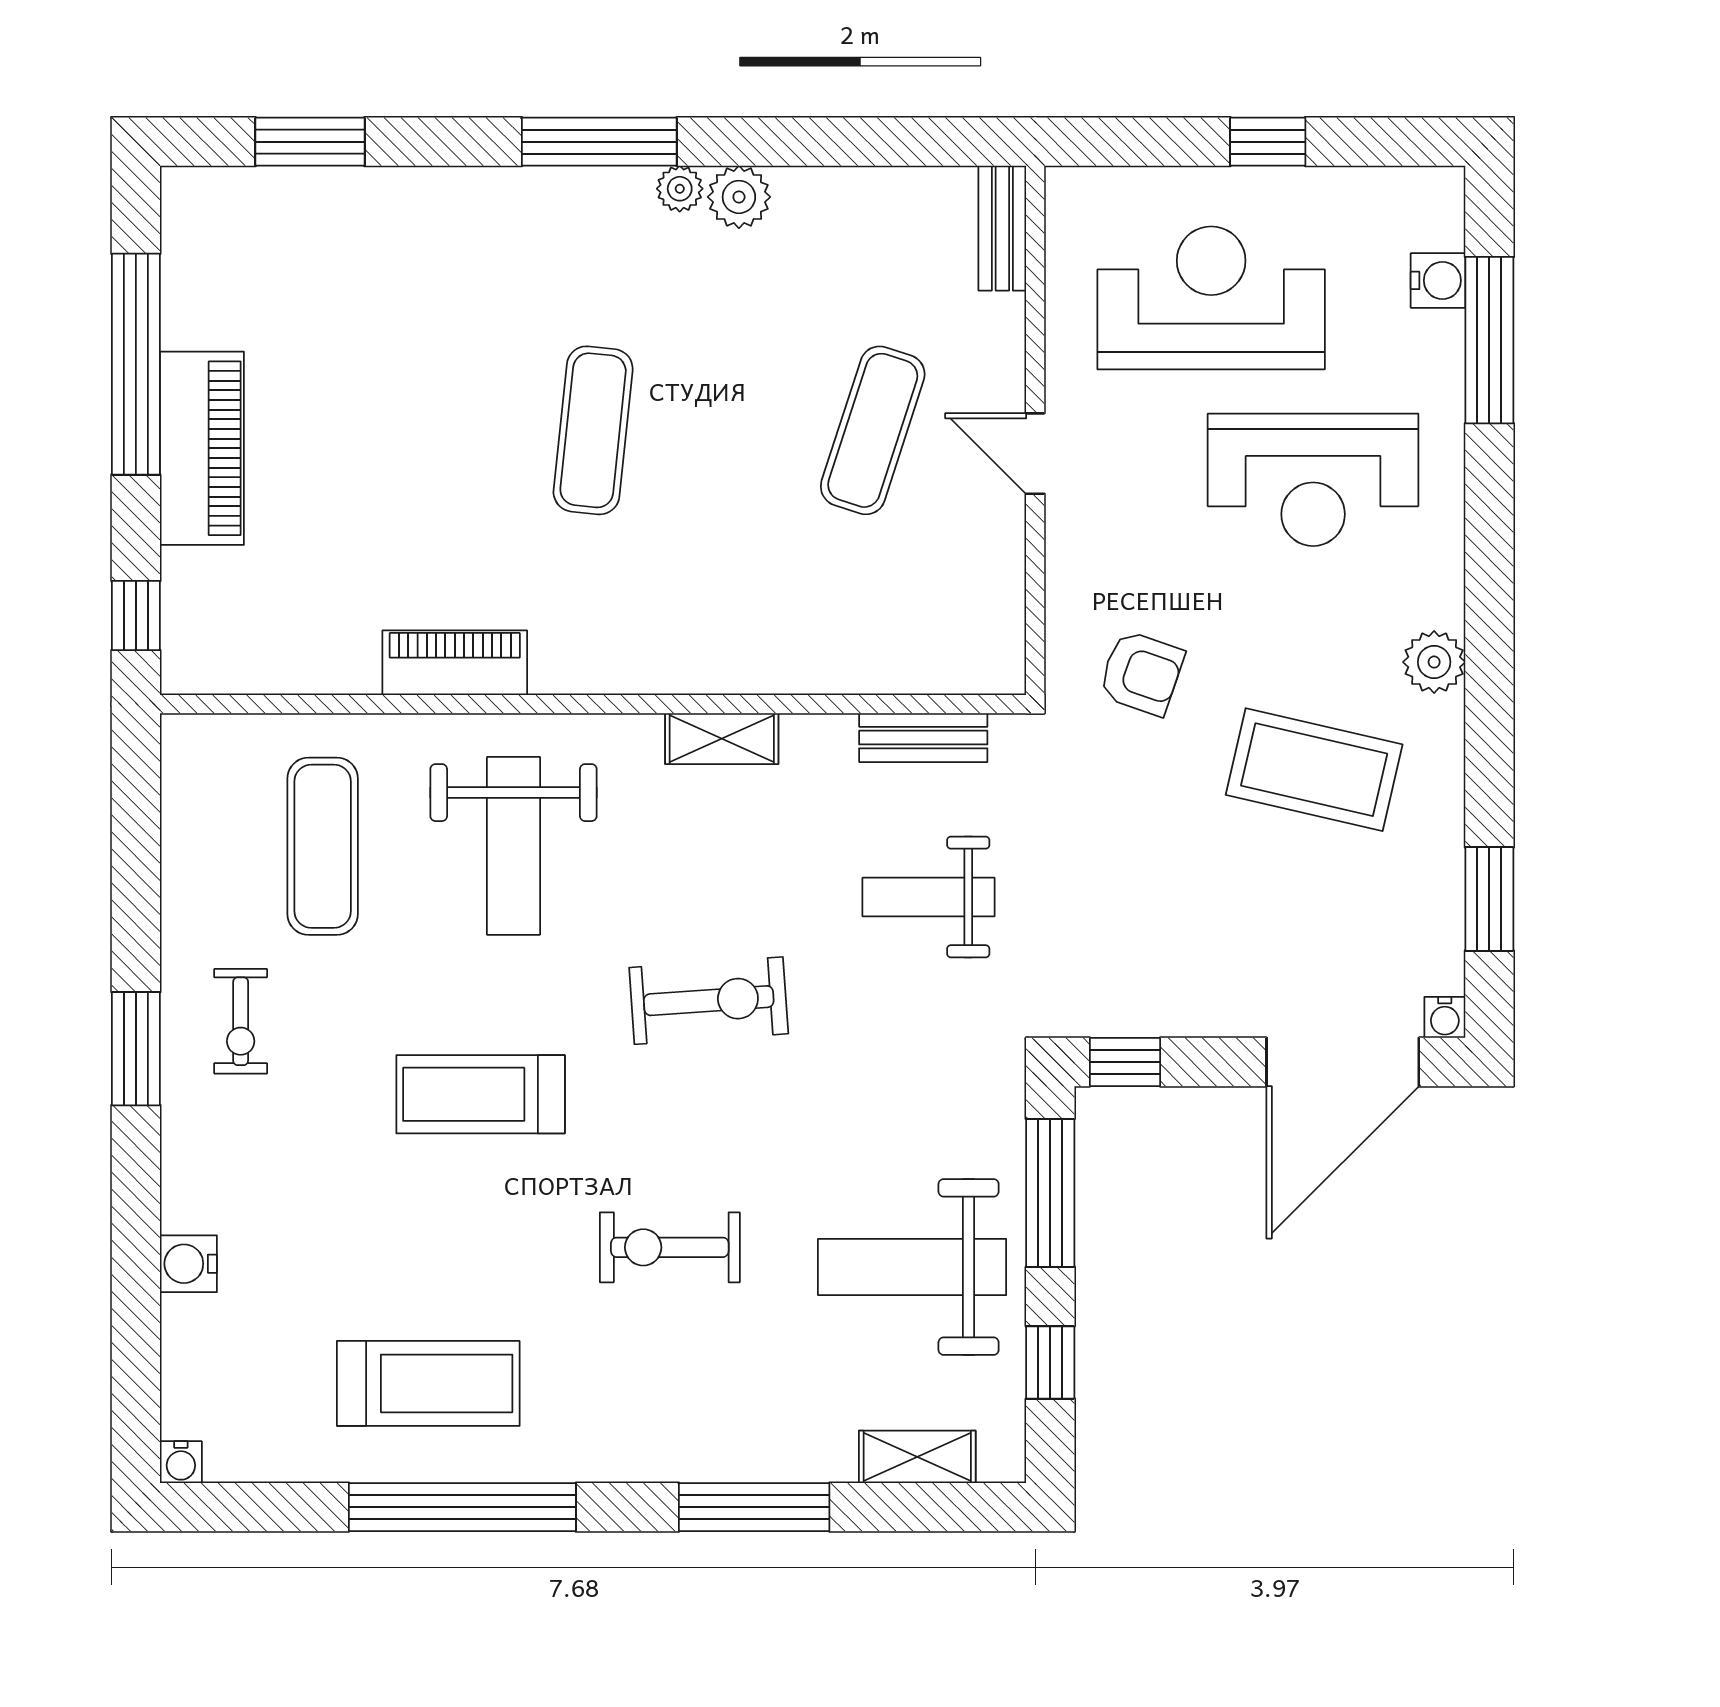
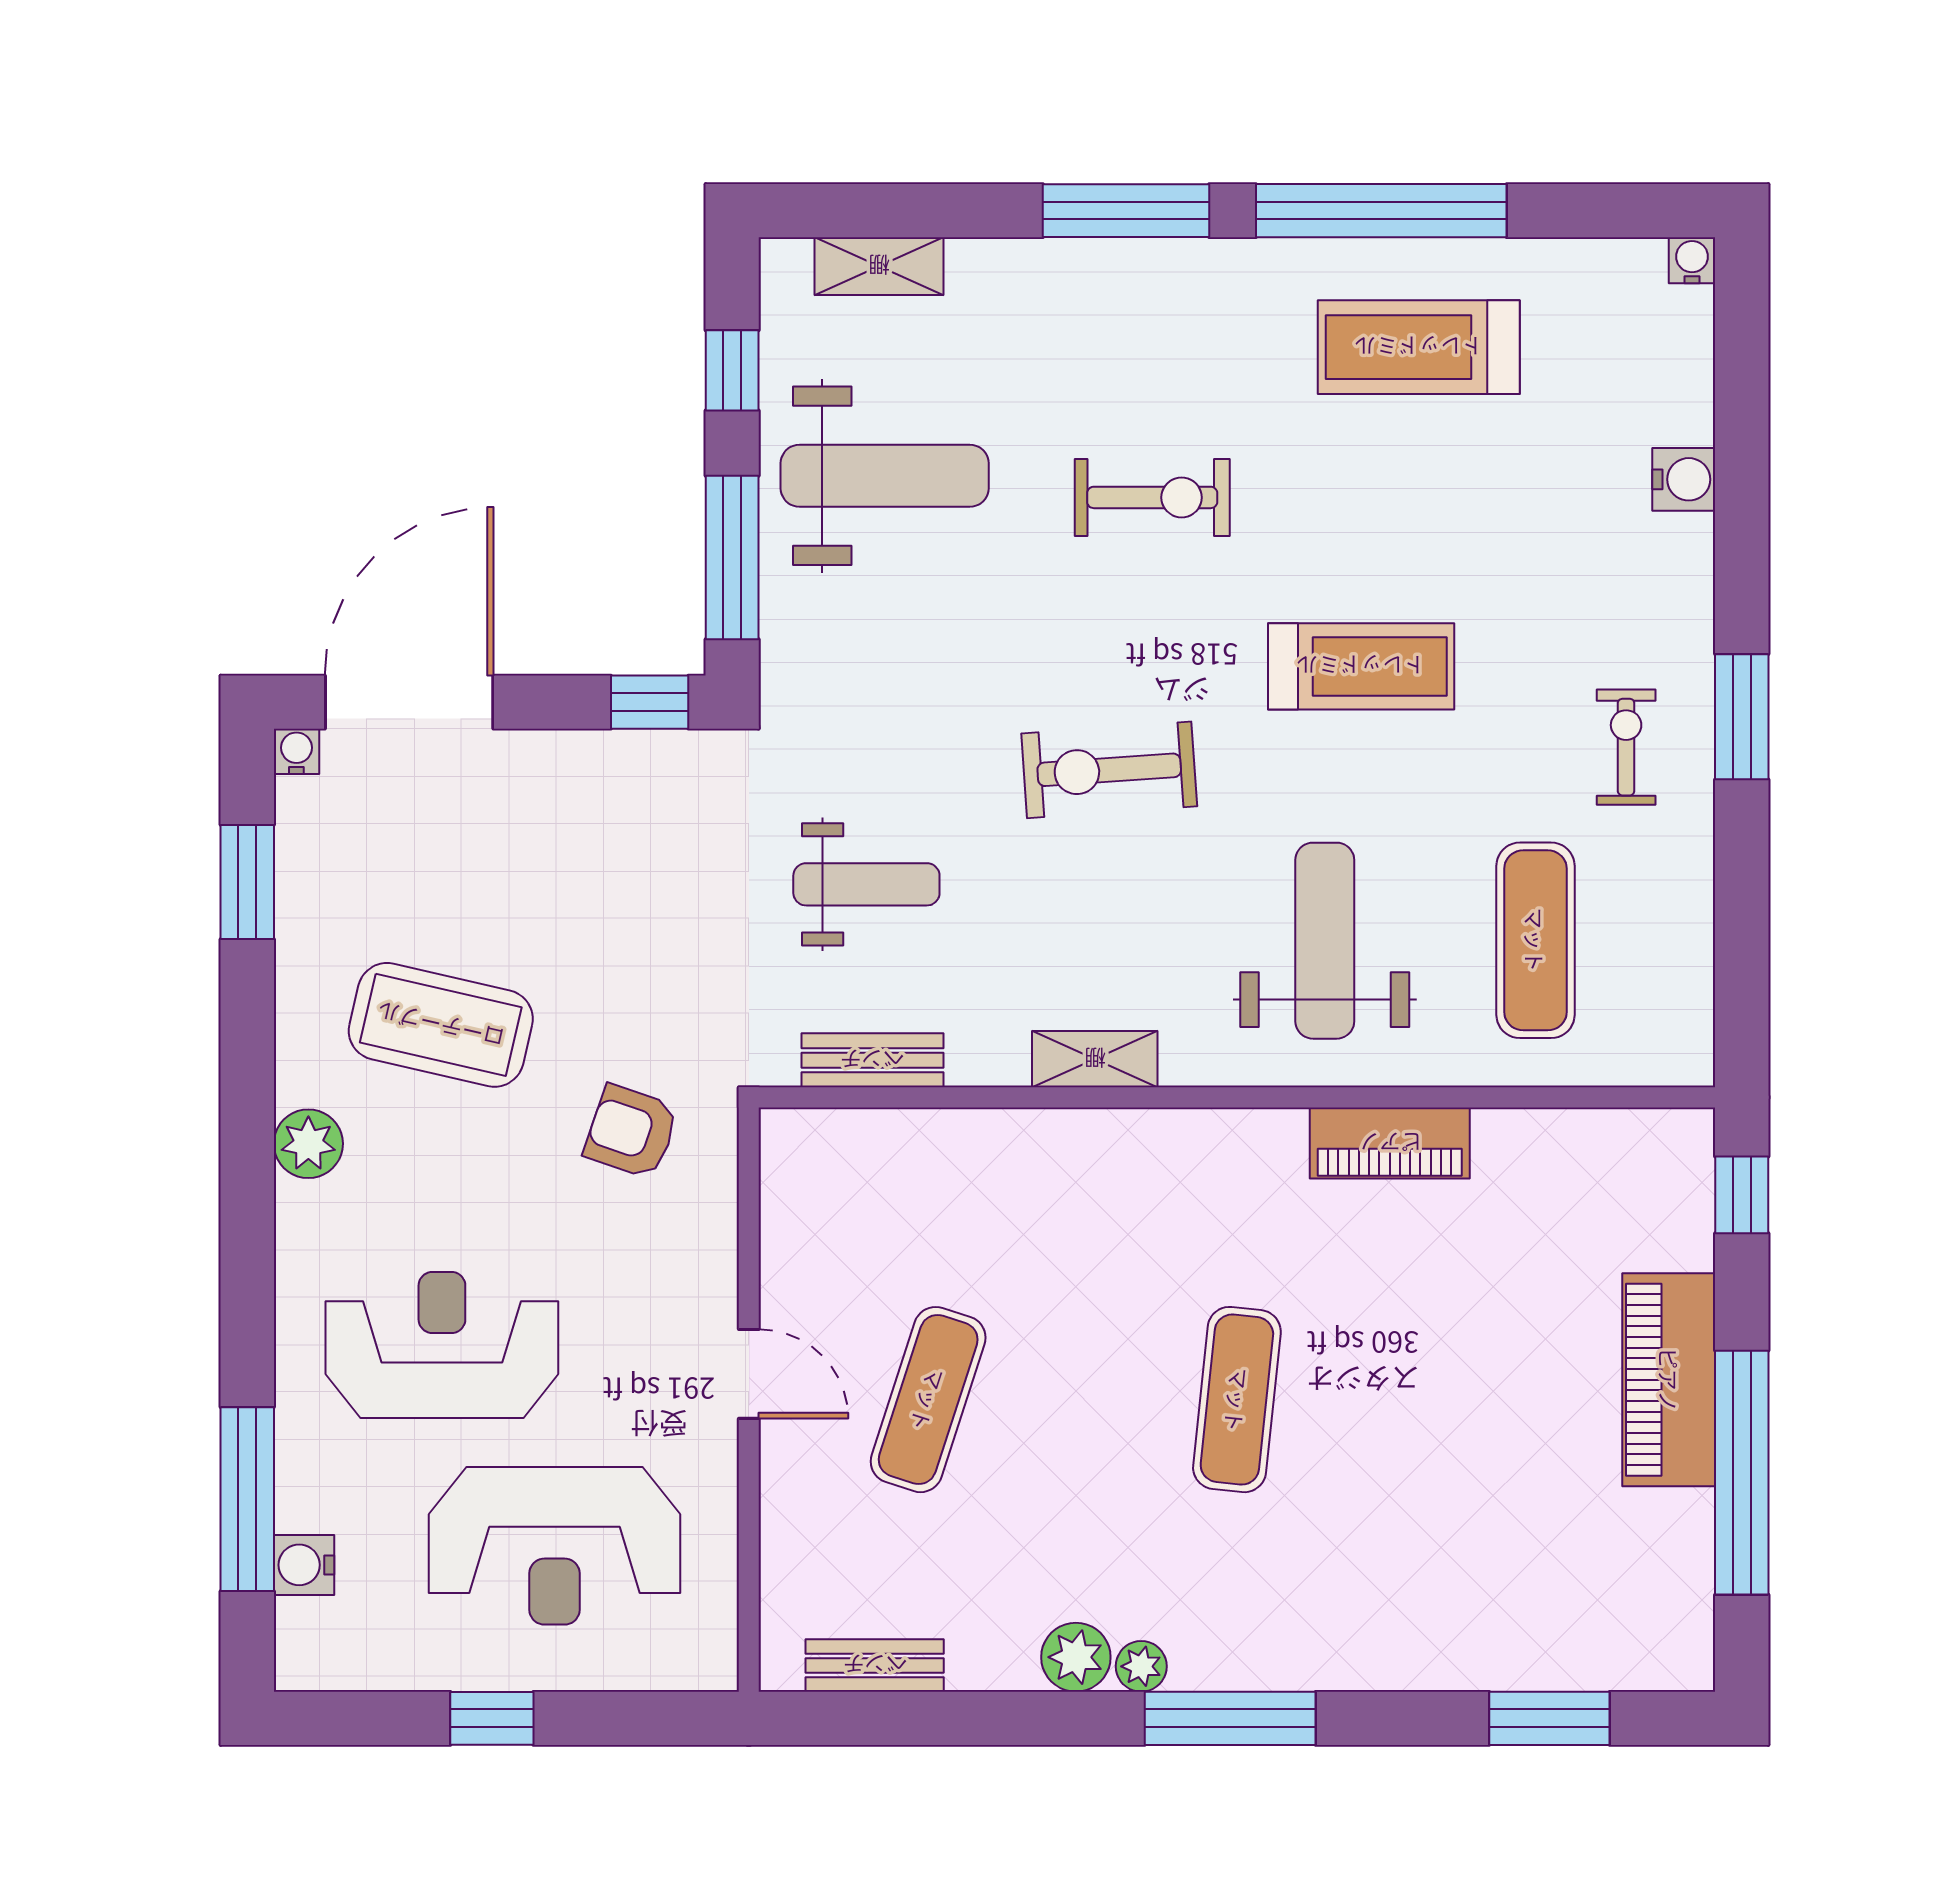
bench: (1002, 228) -> (875, 1665), moved, turned 90
window: (754, 1507) -> (1126, 211), moved

